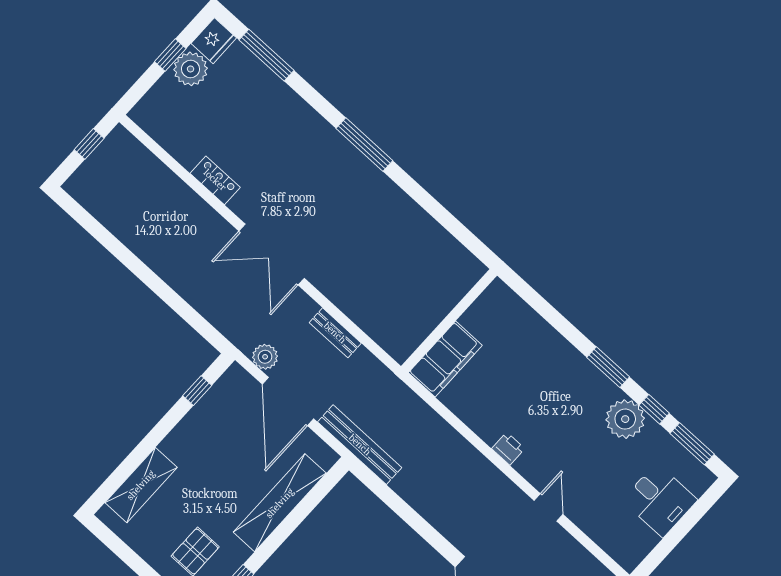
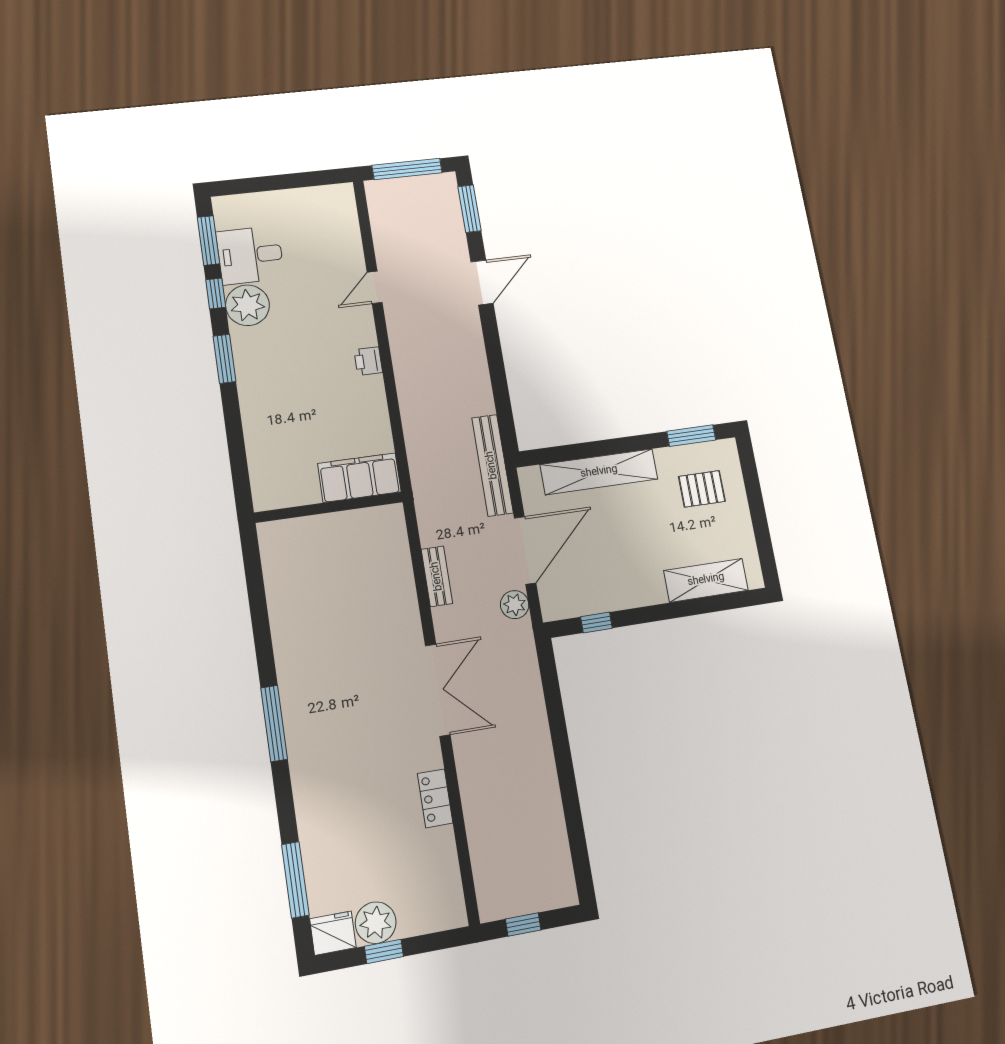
desk: (660, 500) -> (250, 255), moved, turned -90

